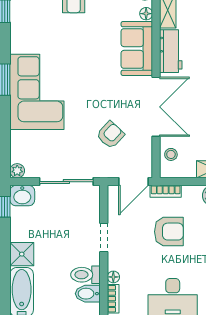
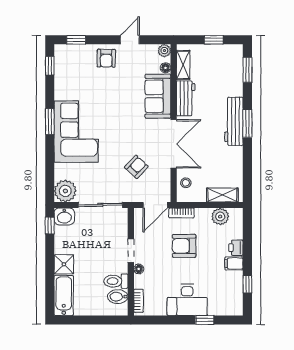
plant: (17, 171) -> (65, 191), width x1.88, depth x1.88
armchair: (169, 232) -> (184, 246), turned 180
floor lamp: (113, 277) -> (139, 269), moved

